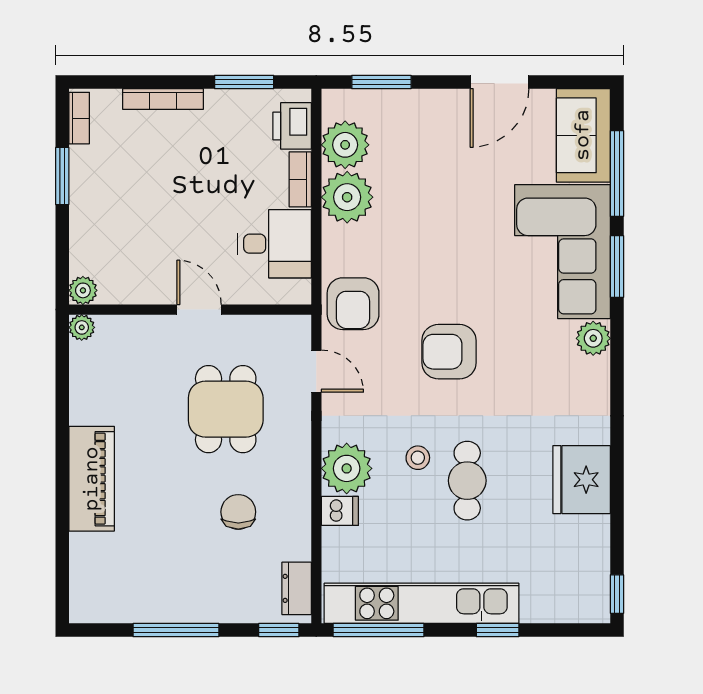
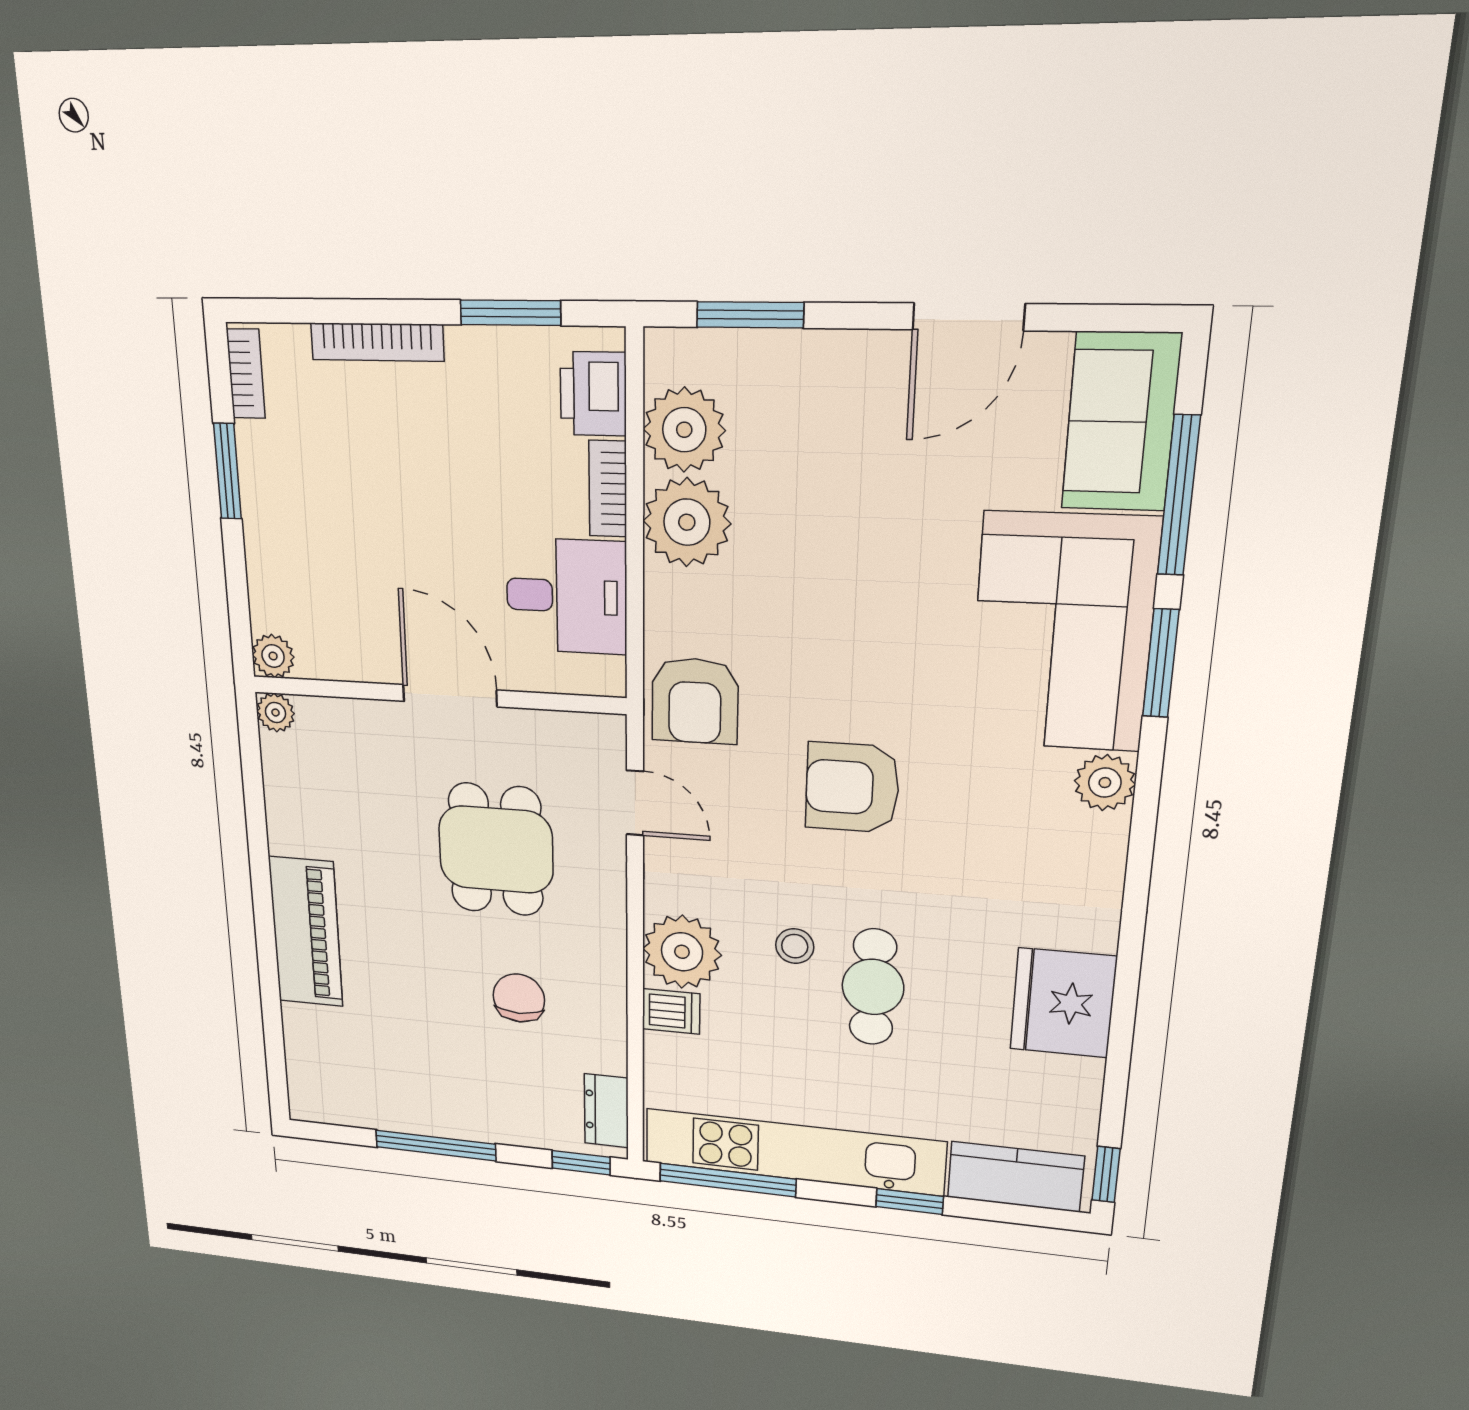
door: (199, 310) -> (450, 696), width x1.38
kitchen counter: (562, 603) -> (1015, 1177), added

